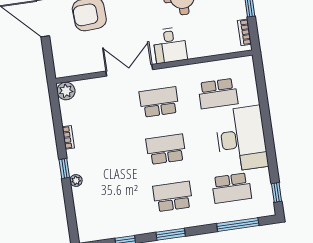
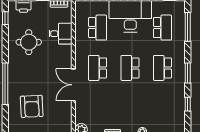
desk: (170, 45) -> (60, 34), moved

